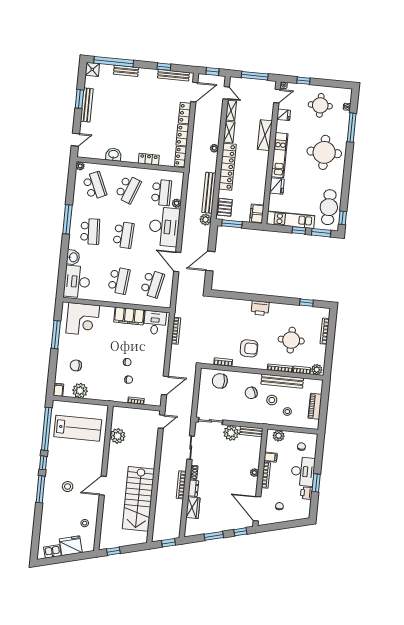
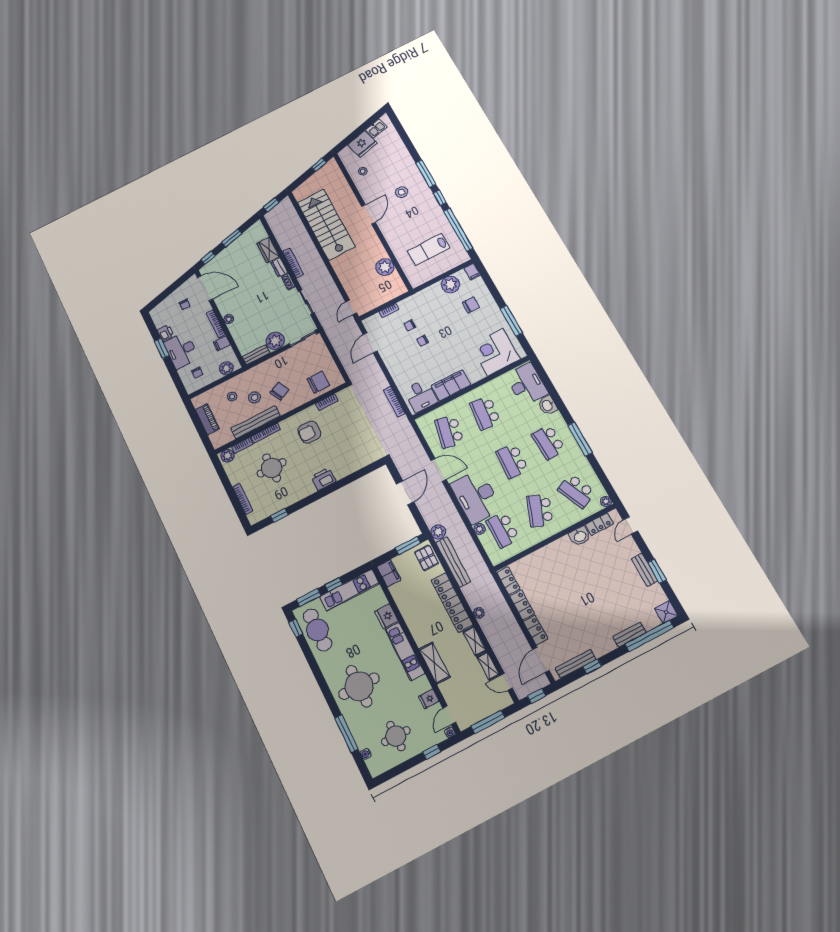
bench: (87, 105) -> (645, 570), width x0.73
locker: (149, 159) -> (599, 524), moved
lab bench: (78, 428) -> (429, 249), width x0.73, depth x0.72

